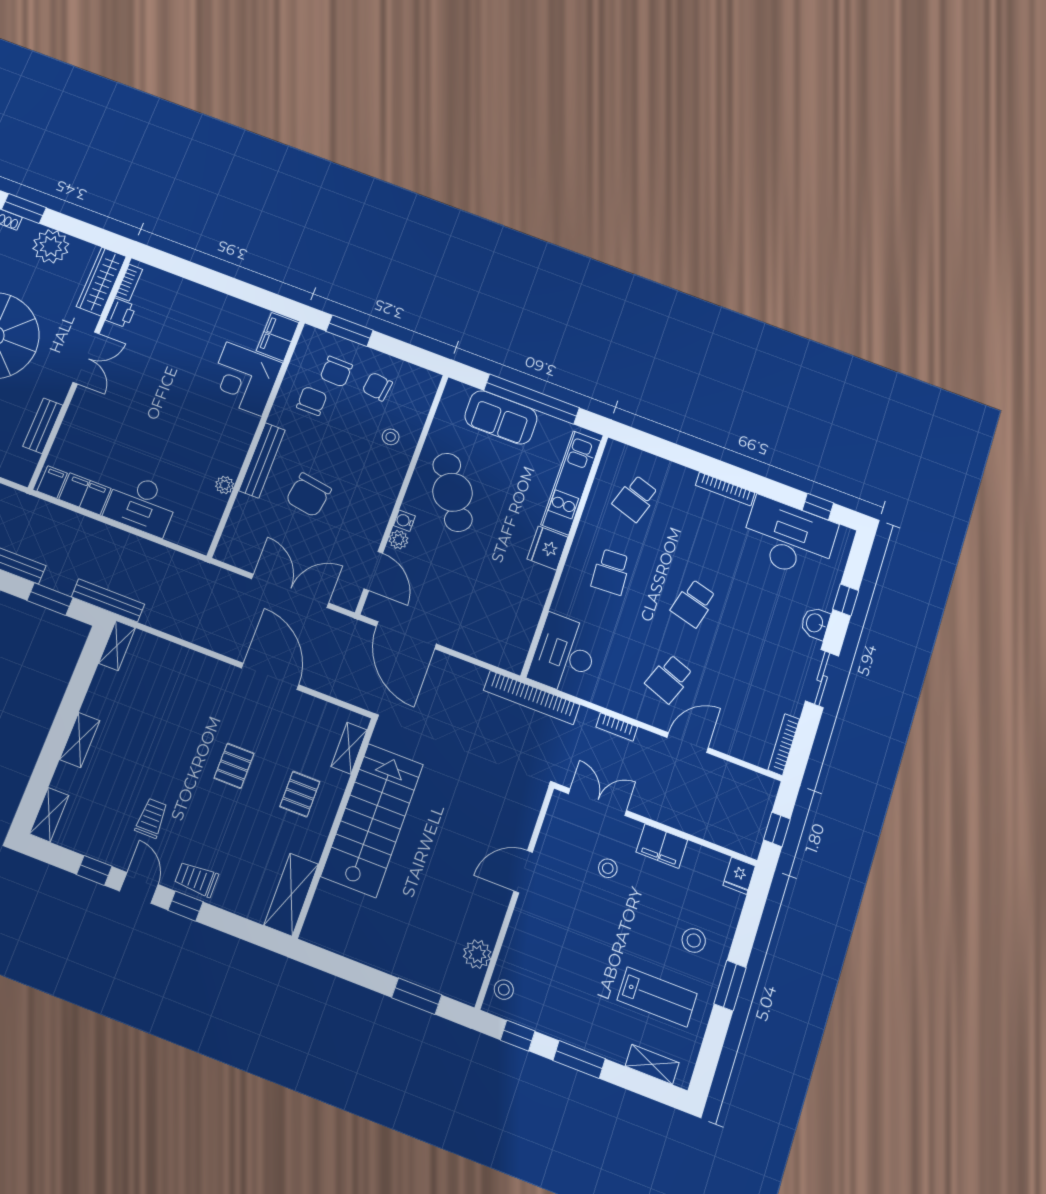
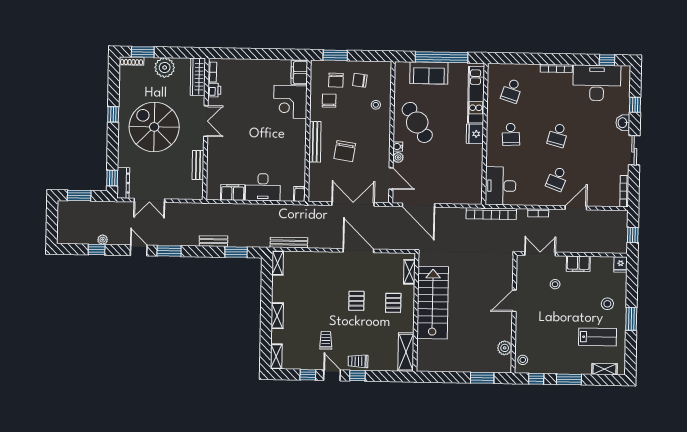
filing cabinet: (52, 482) -> (300, 194), moved
plant: (225, 485) -> (301, 162), removed
bench: (108, 600) -> (289, 243), moved

